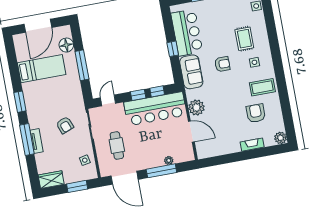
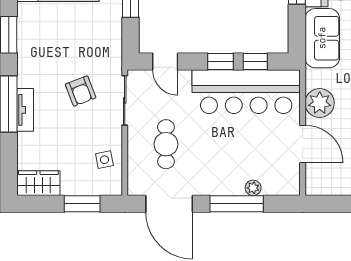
door: (108, 100) -> (165, 62), swing flipped

